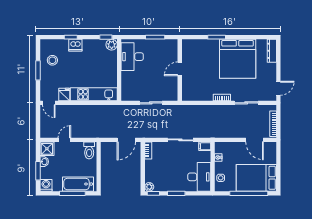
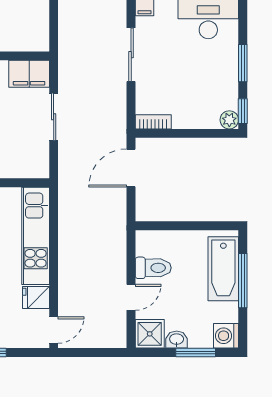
filing cabinet: (171, 91) -> (29, 74), added
door: (64, 140) -> (131, 297), swing flipped
door: (126, 140) -> (131, 168), swing flipped
toilet: (89, 150) -> (153, 268), moved

